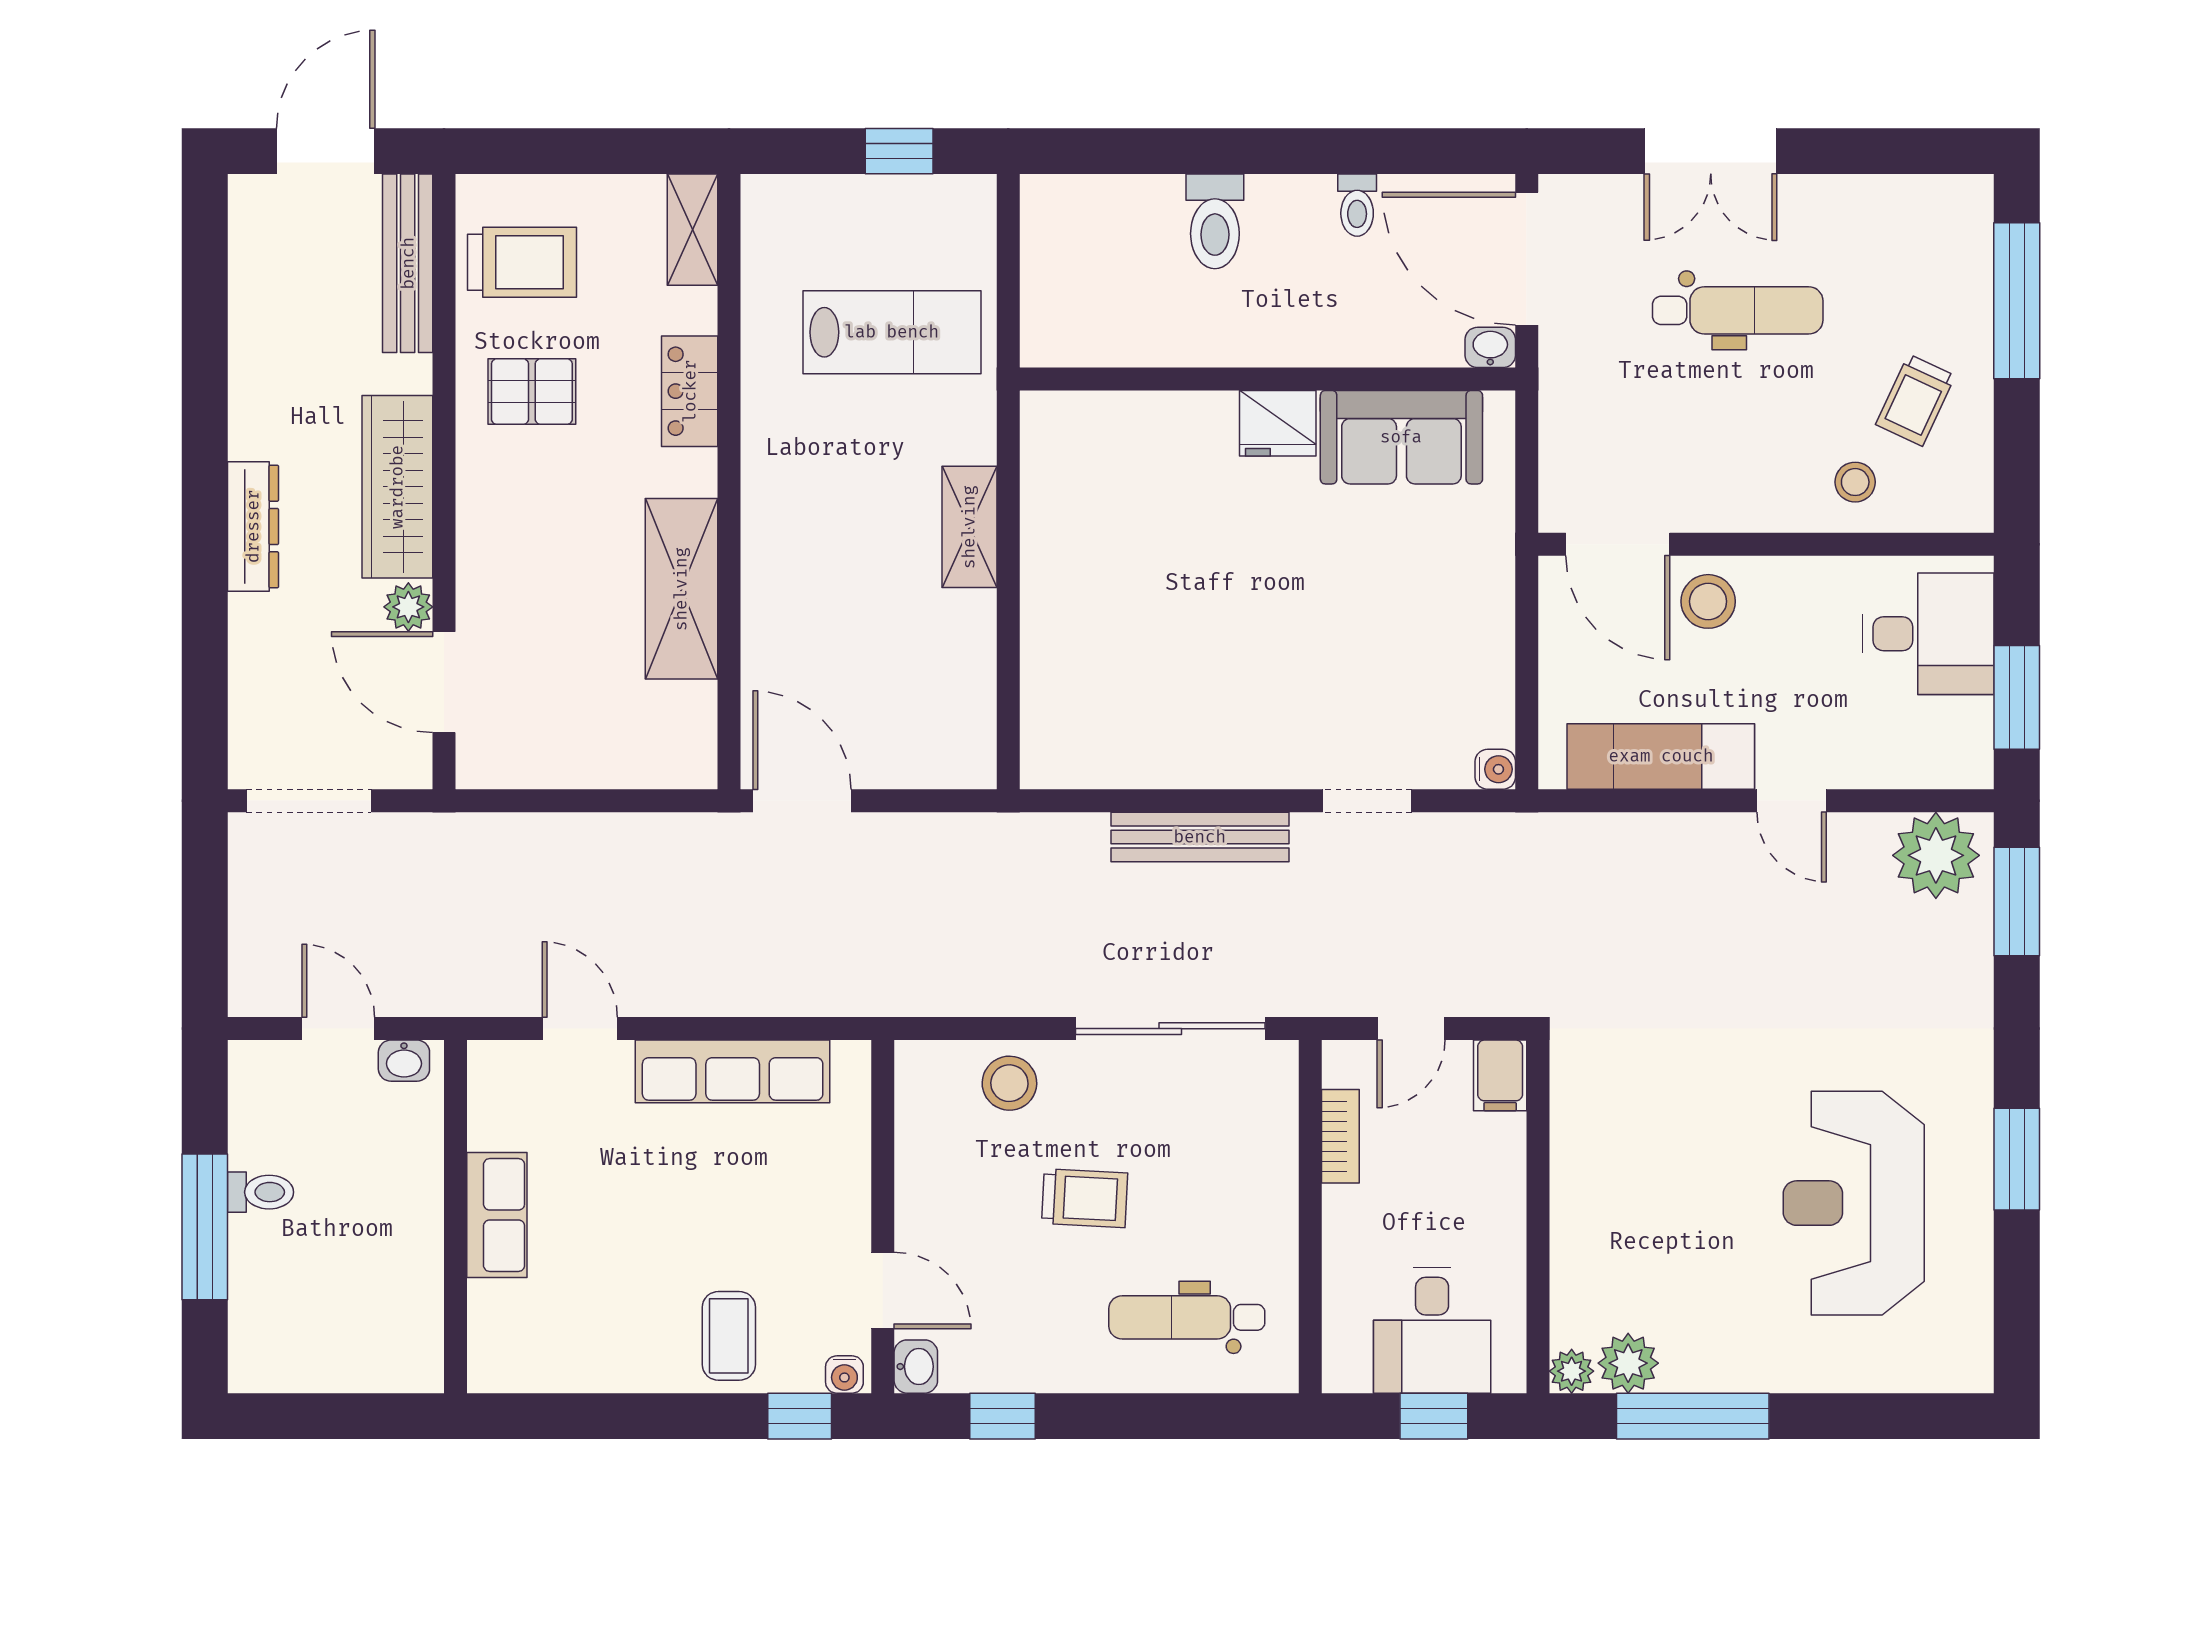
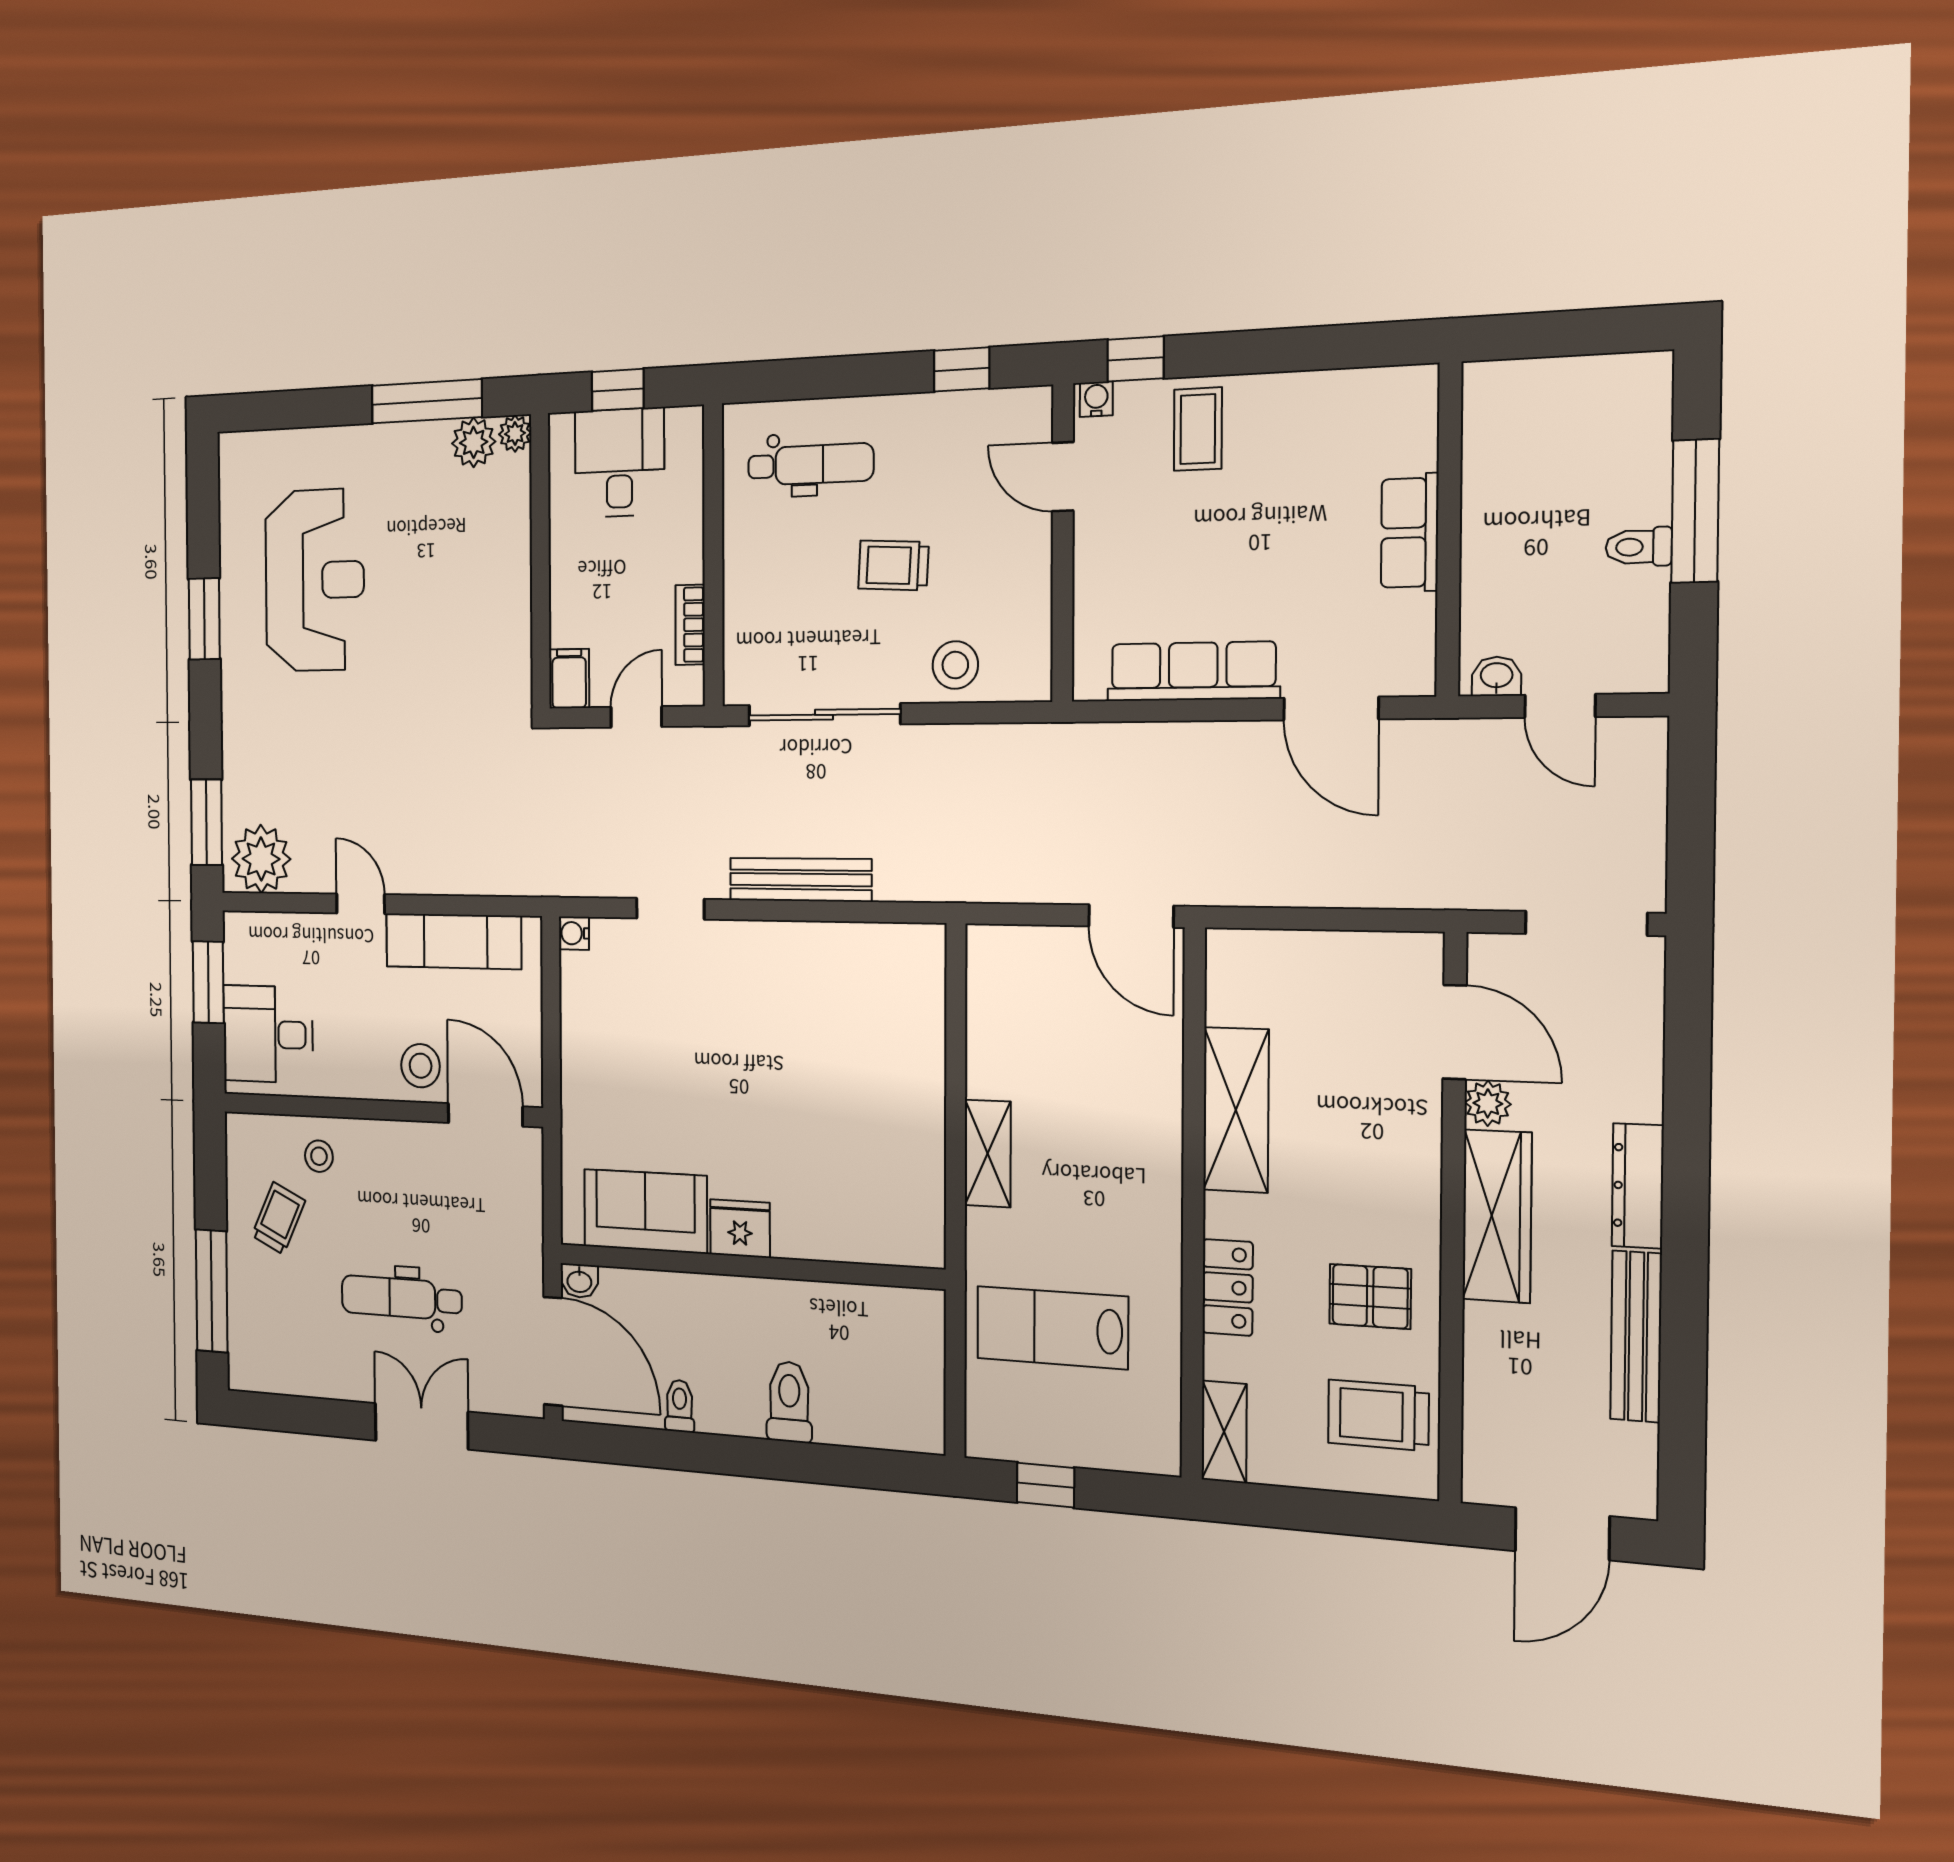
bench: (408, 263) -> (1636, 1336), moved
door: (580, 1029) -> (1331, 709), width x1.38
washbasin: (916, 1367) -> (1035, 410), removed

